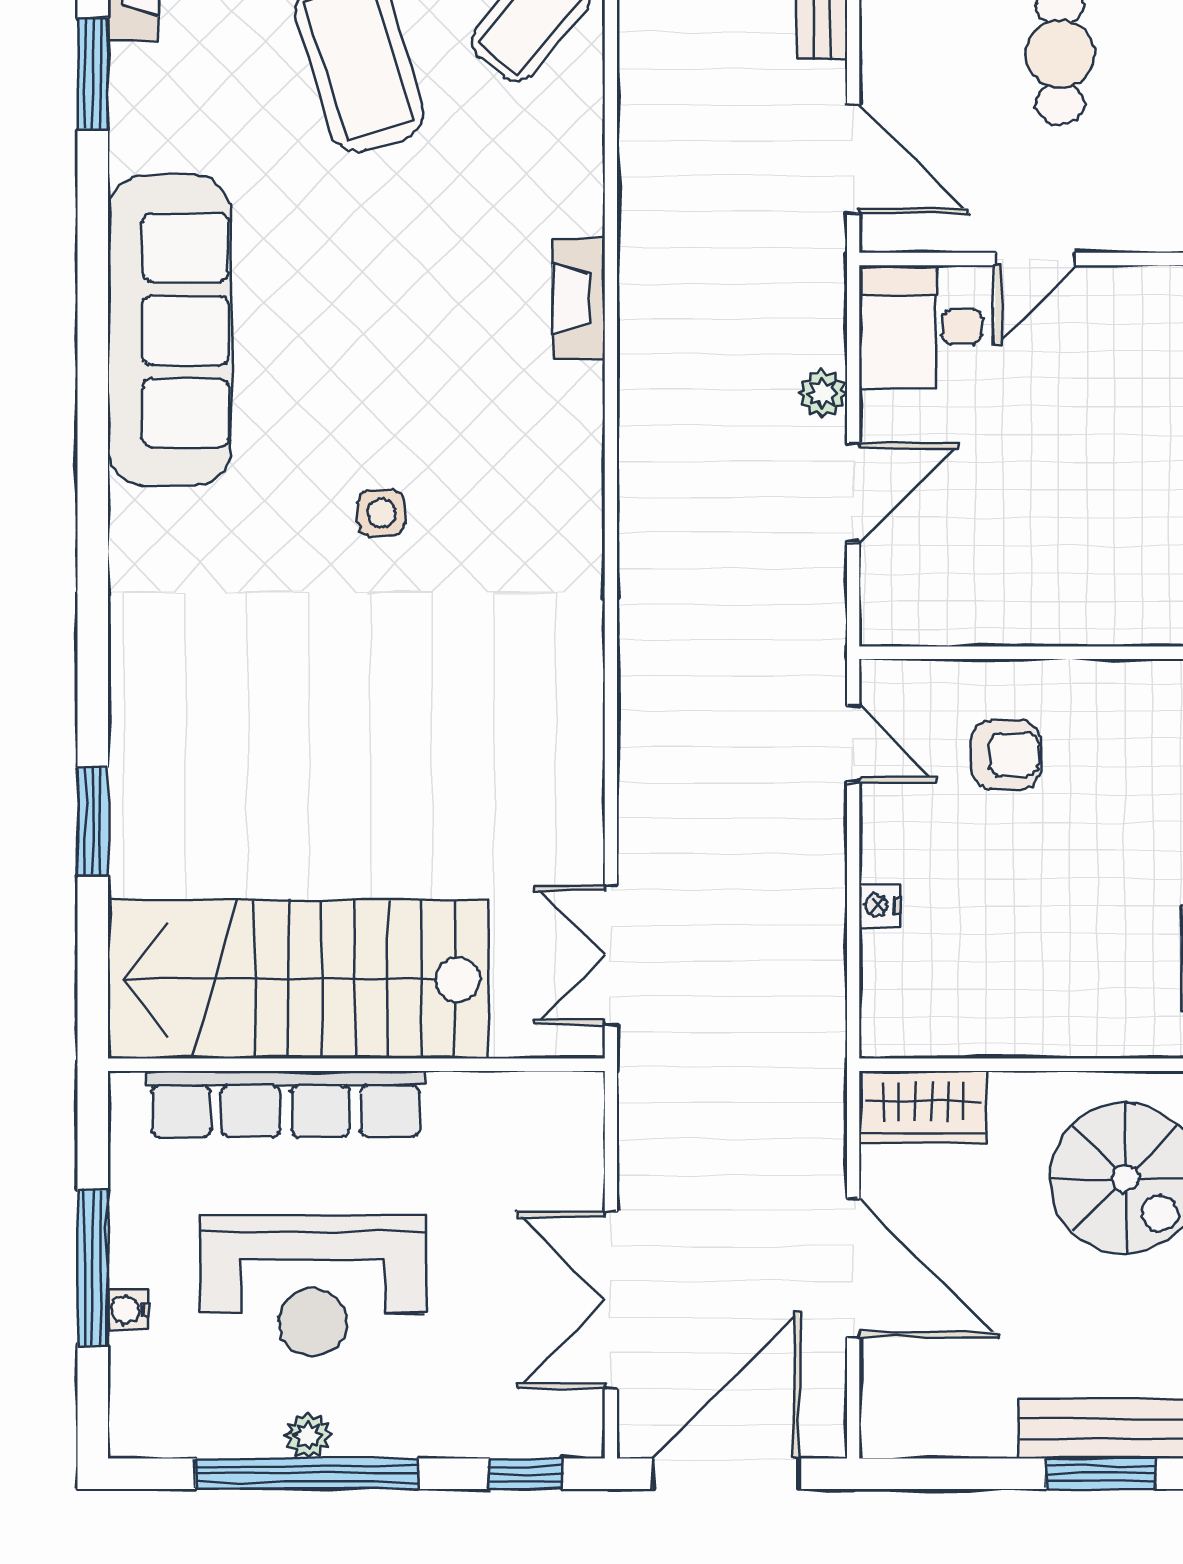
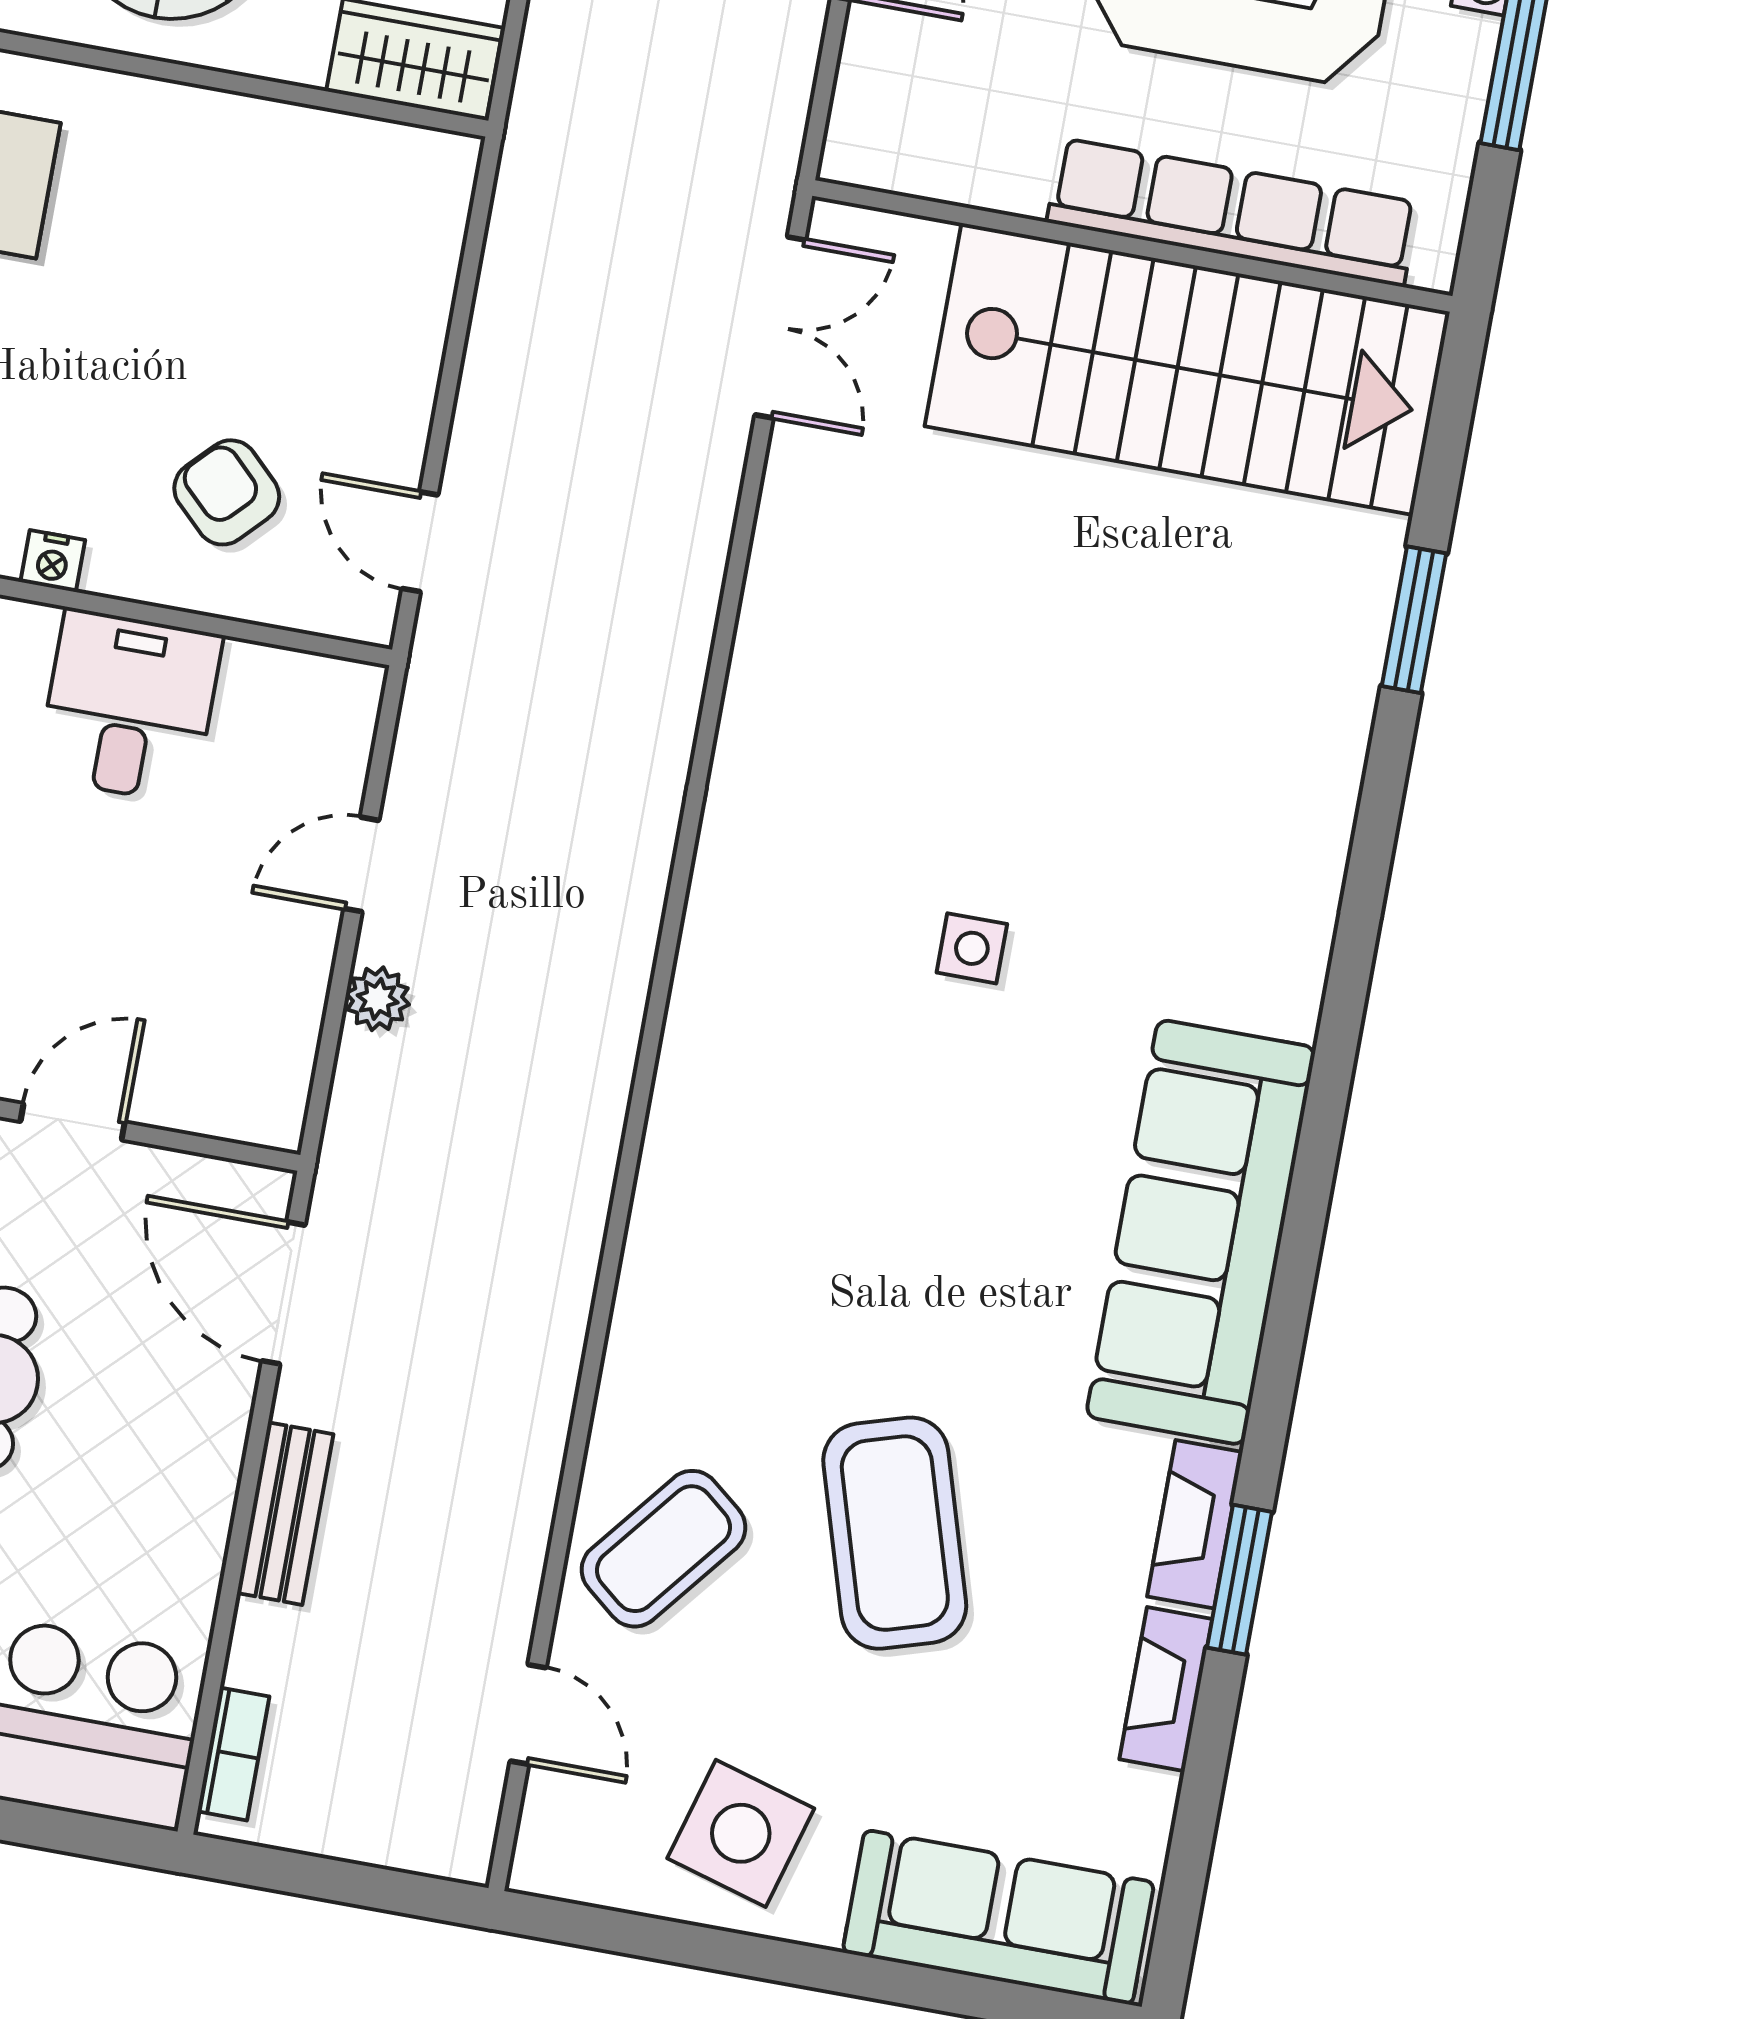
fireplace: (579, 299) -> (1195, 1524), moved, turned 180
desk: (926, 327) -> (129, 706), moved, turned -90
door: (853, 493) -> (361, 864), width x0.73
armchair: (1006, 755) -> (227, 492), turned 44
nightstand: (880, 906) -> (53, 561), moved, turned 90

